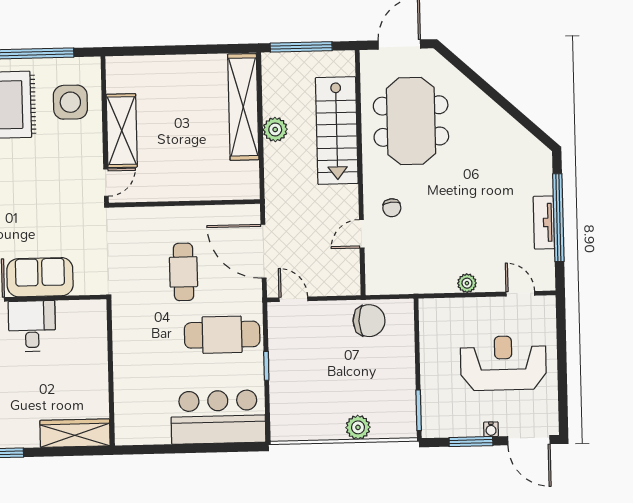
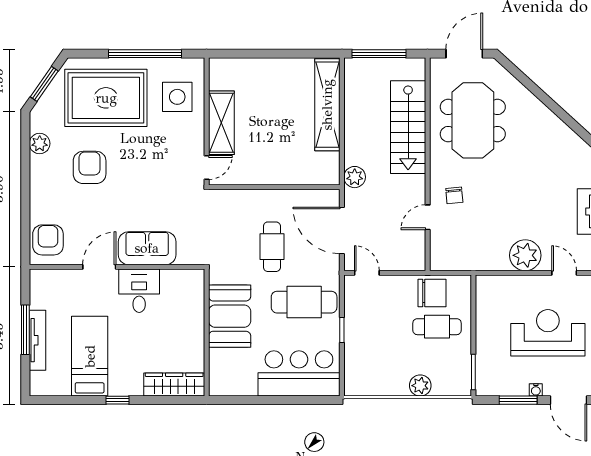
plant: (275, 129) -> (355, 177), moved
plant: (467, 283) -> (525, 255), width x1.88, depth x1.88
booth: (137, 353) -> (230, 316), added
cafe table: (376, 359) -> (437, 327), added

